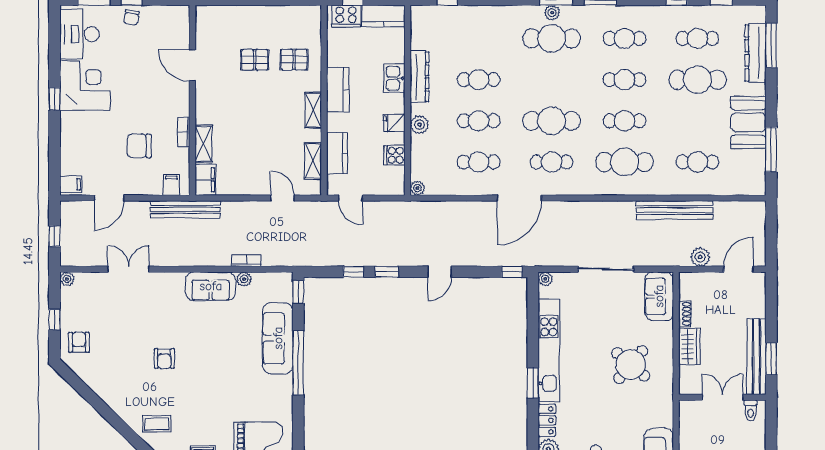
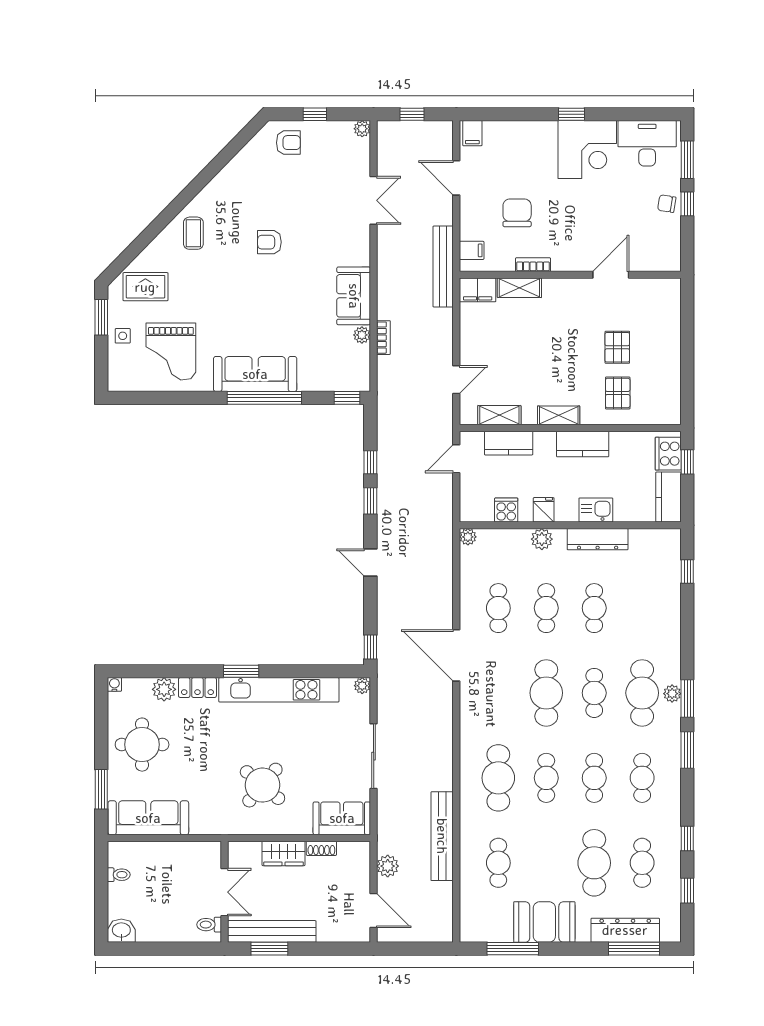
cafe table: (552, 162) -> (594, 693), moved
sofa: (278, 338) -> (255, 374), moved

